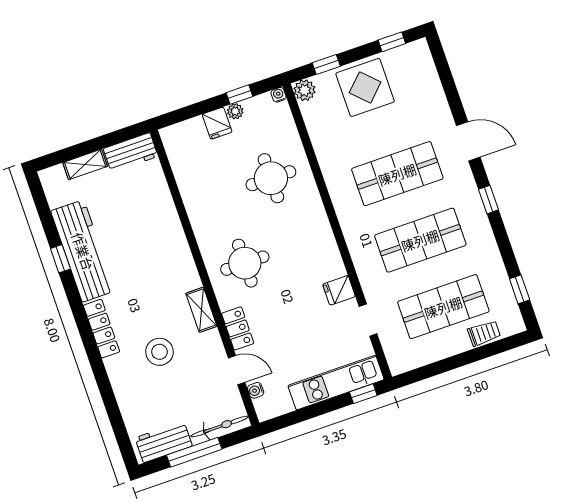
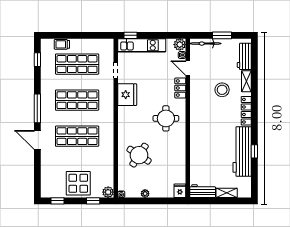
window: (239, 95) -> (140, 201), removed
fridge: (217, 123) -> (180, 191), moved
round table: (271, 178) -> (139, 155), turned 33
window: (488, 200) -> (37, 108), width x2.17
fridge: (339, 290) -> (127, 95), width x1.88, depth x1.34
shelving: (201, 310) -> (246, 81), moved
plant: (267, 408) -> (180, 45), added
workbench: (164, 442) -> (244, 56), moved, turned 90
window: (194, 452) -> (222, 35), width x0.69

